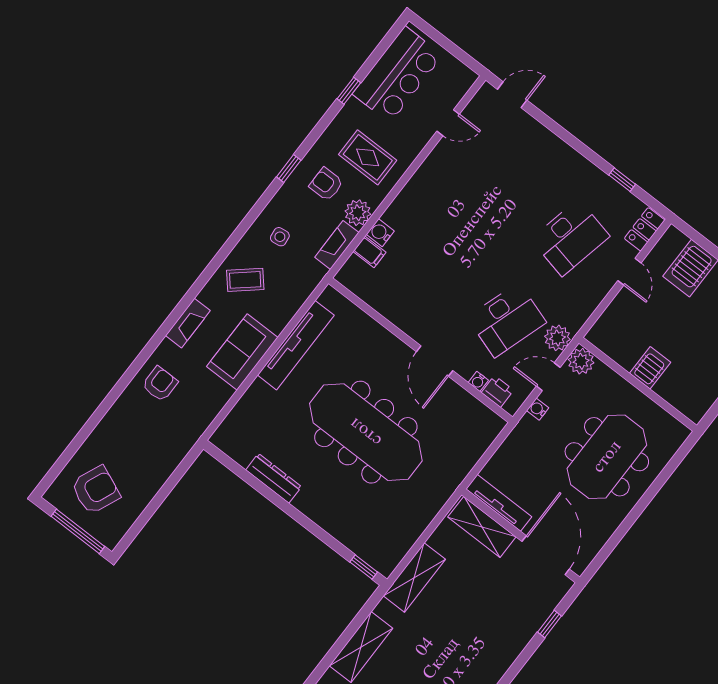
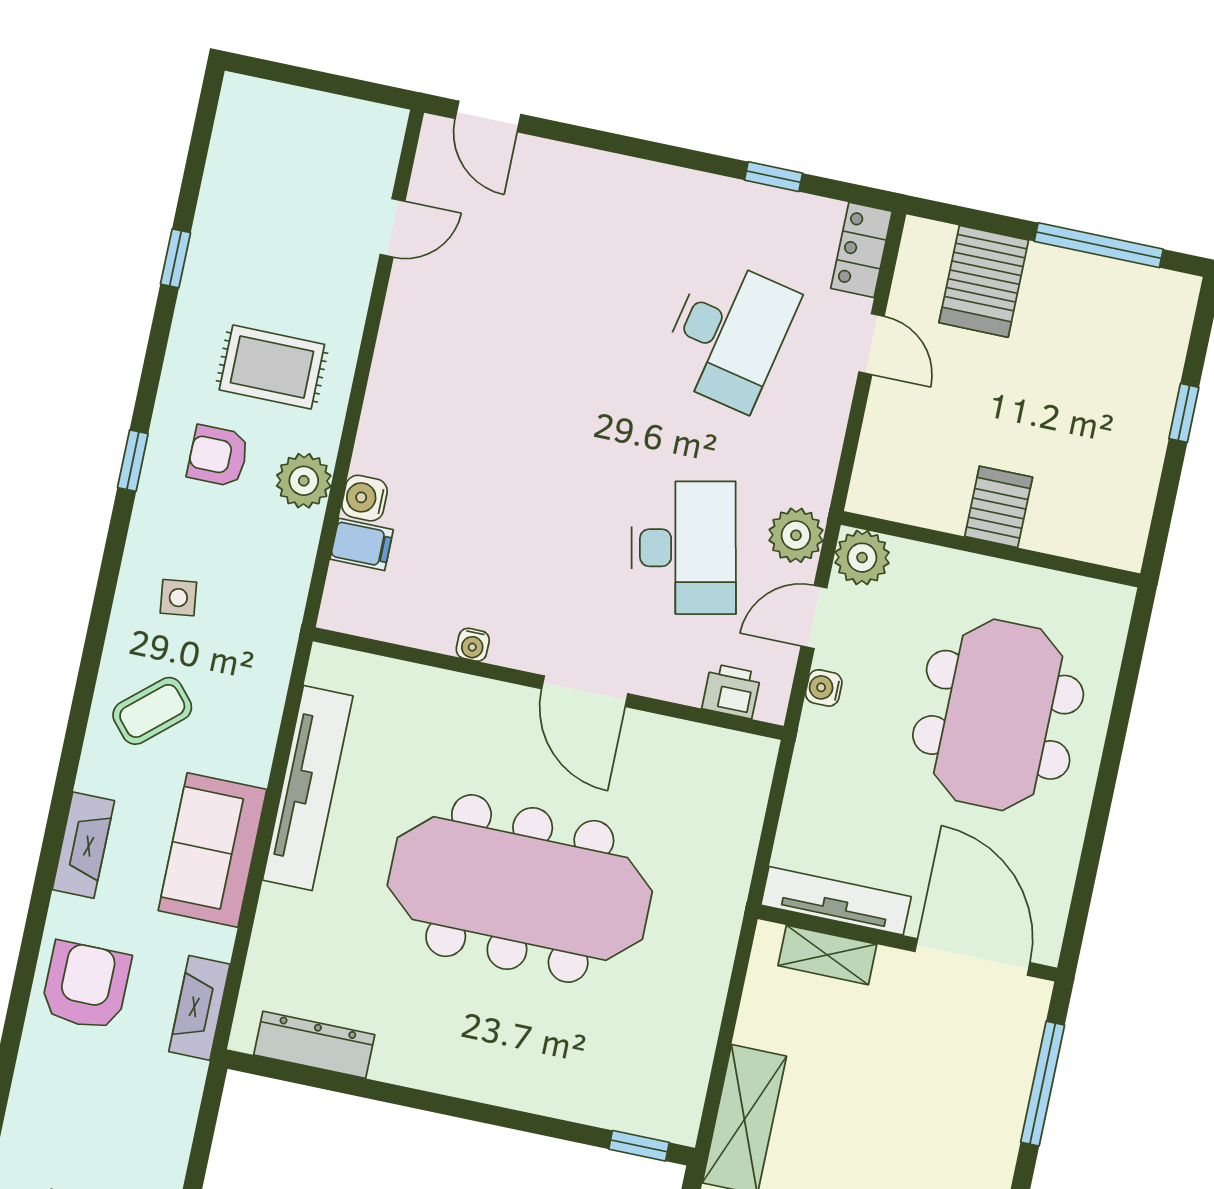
bar counter: (398, 75) -> (253, 183), removed
door: (512, 95) -> (488, 116), swing flipped
fireplace: (337, 245) -> (199, 1008), moved
desk: (507, 320) -> (684, 548), turned -30
water cooler: (478, 381) -> (473, 645), moved
armchair: (160, 384) -> (86, 986), width x1.38, depth x1.38
dresser: (274, 478) -> (314, 1045), moved
shelving: (482, 527) -> (827, 955), width x0.67, depth x0.75
window: (550, 624) -> (1043, 1084), width x2.17

